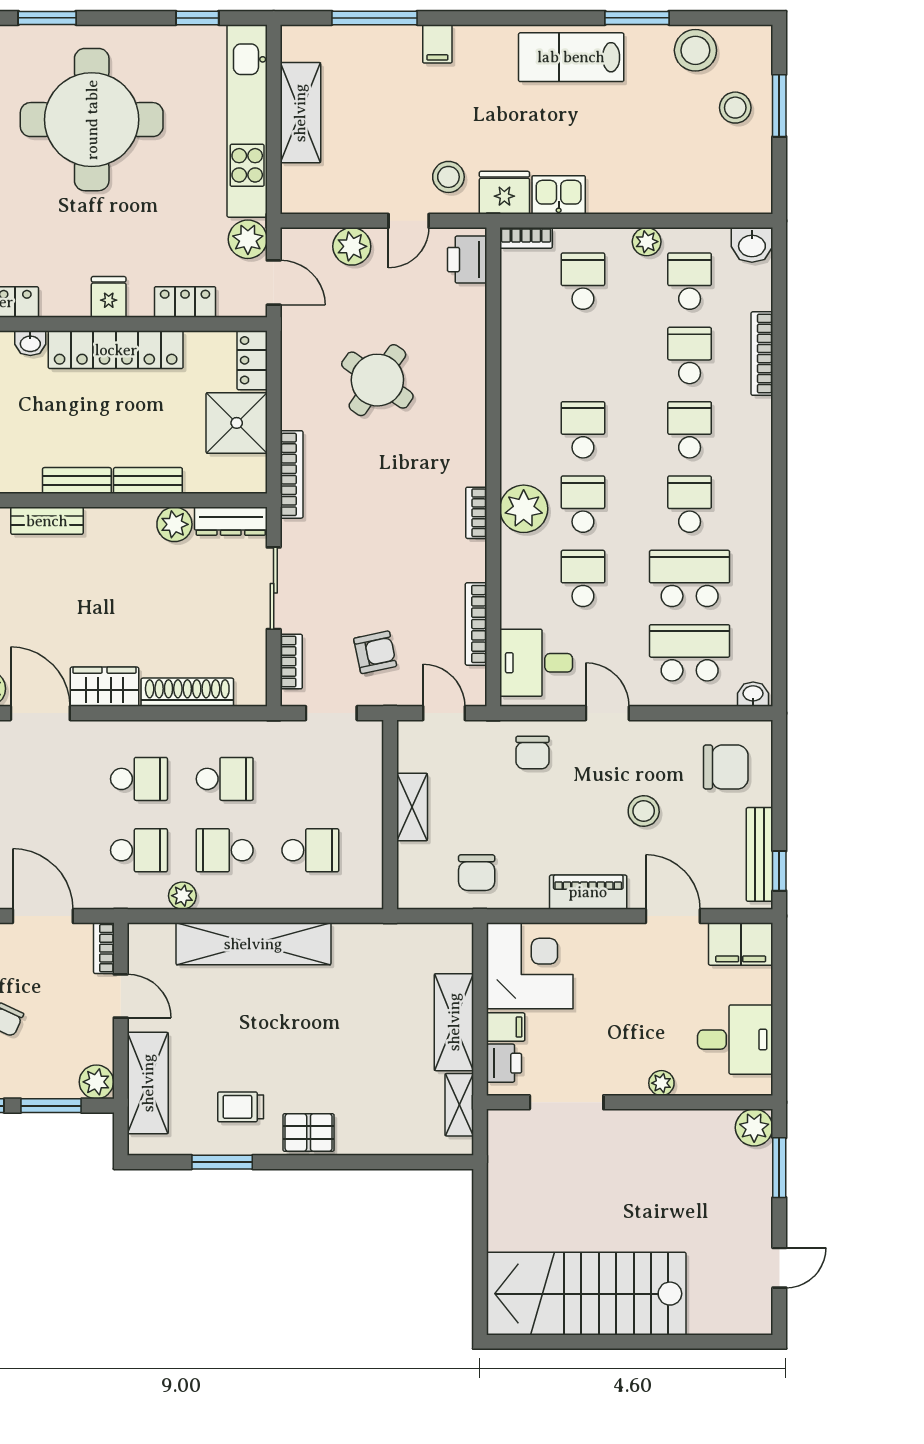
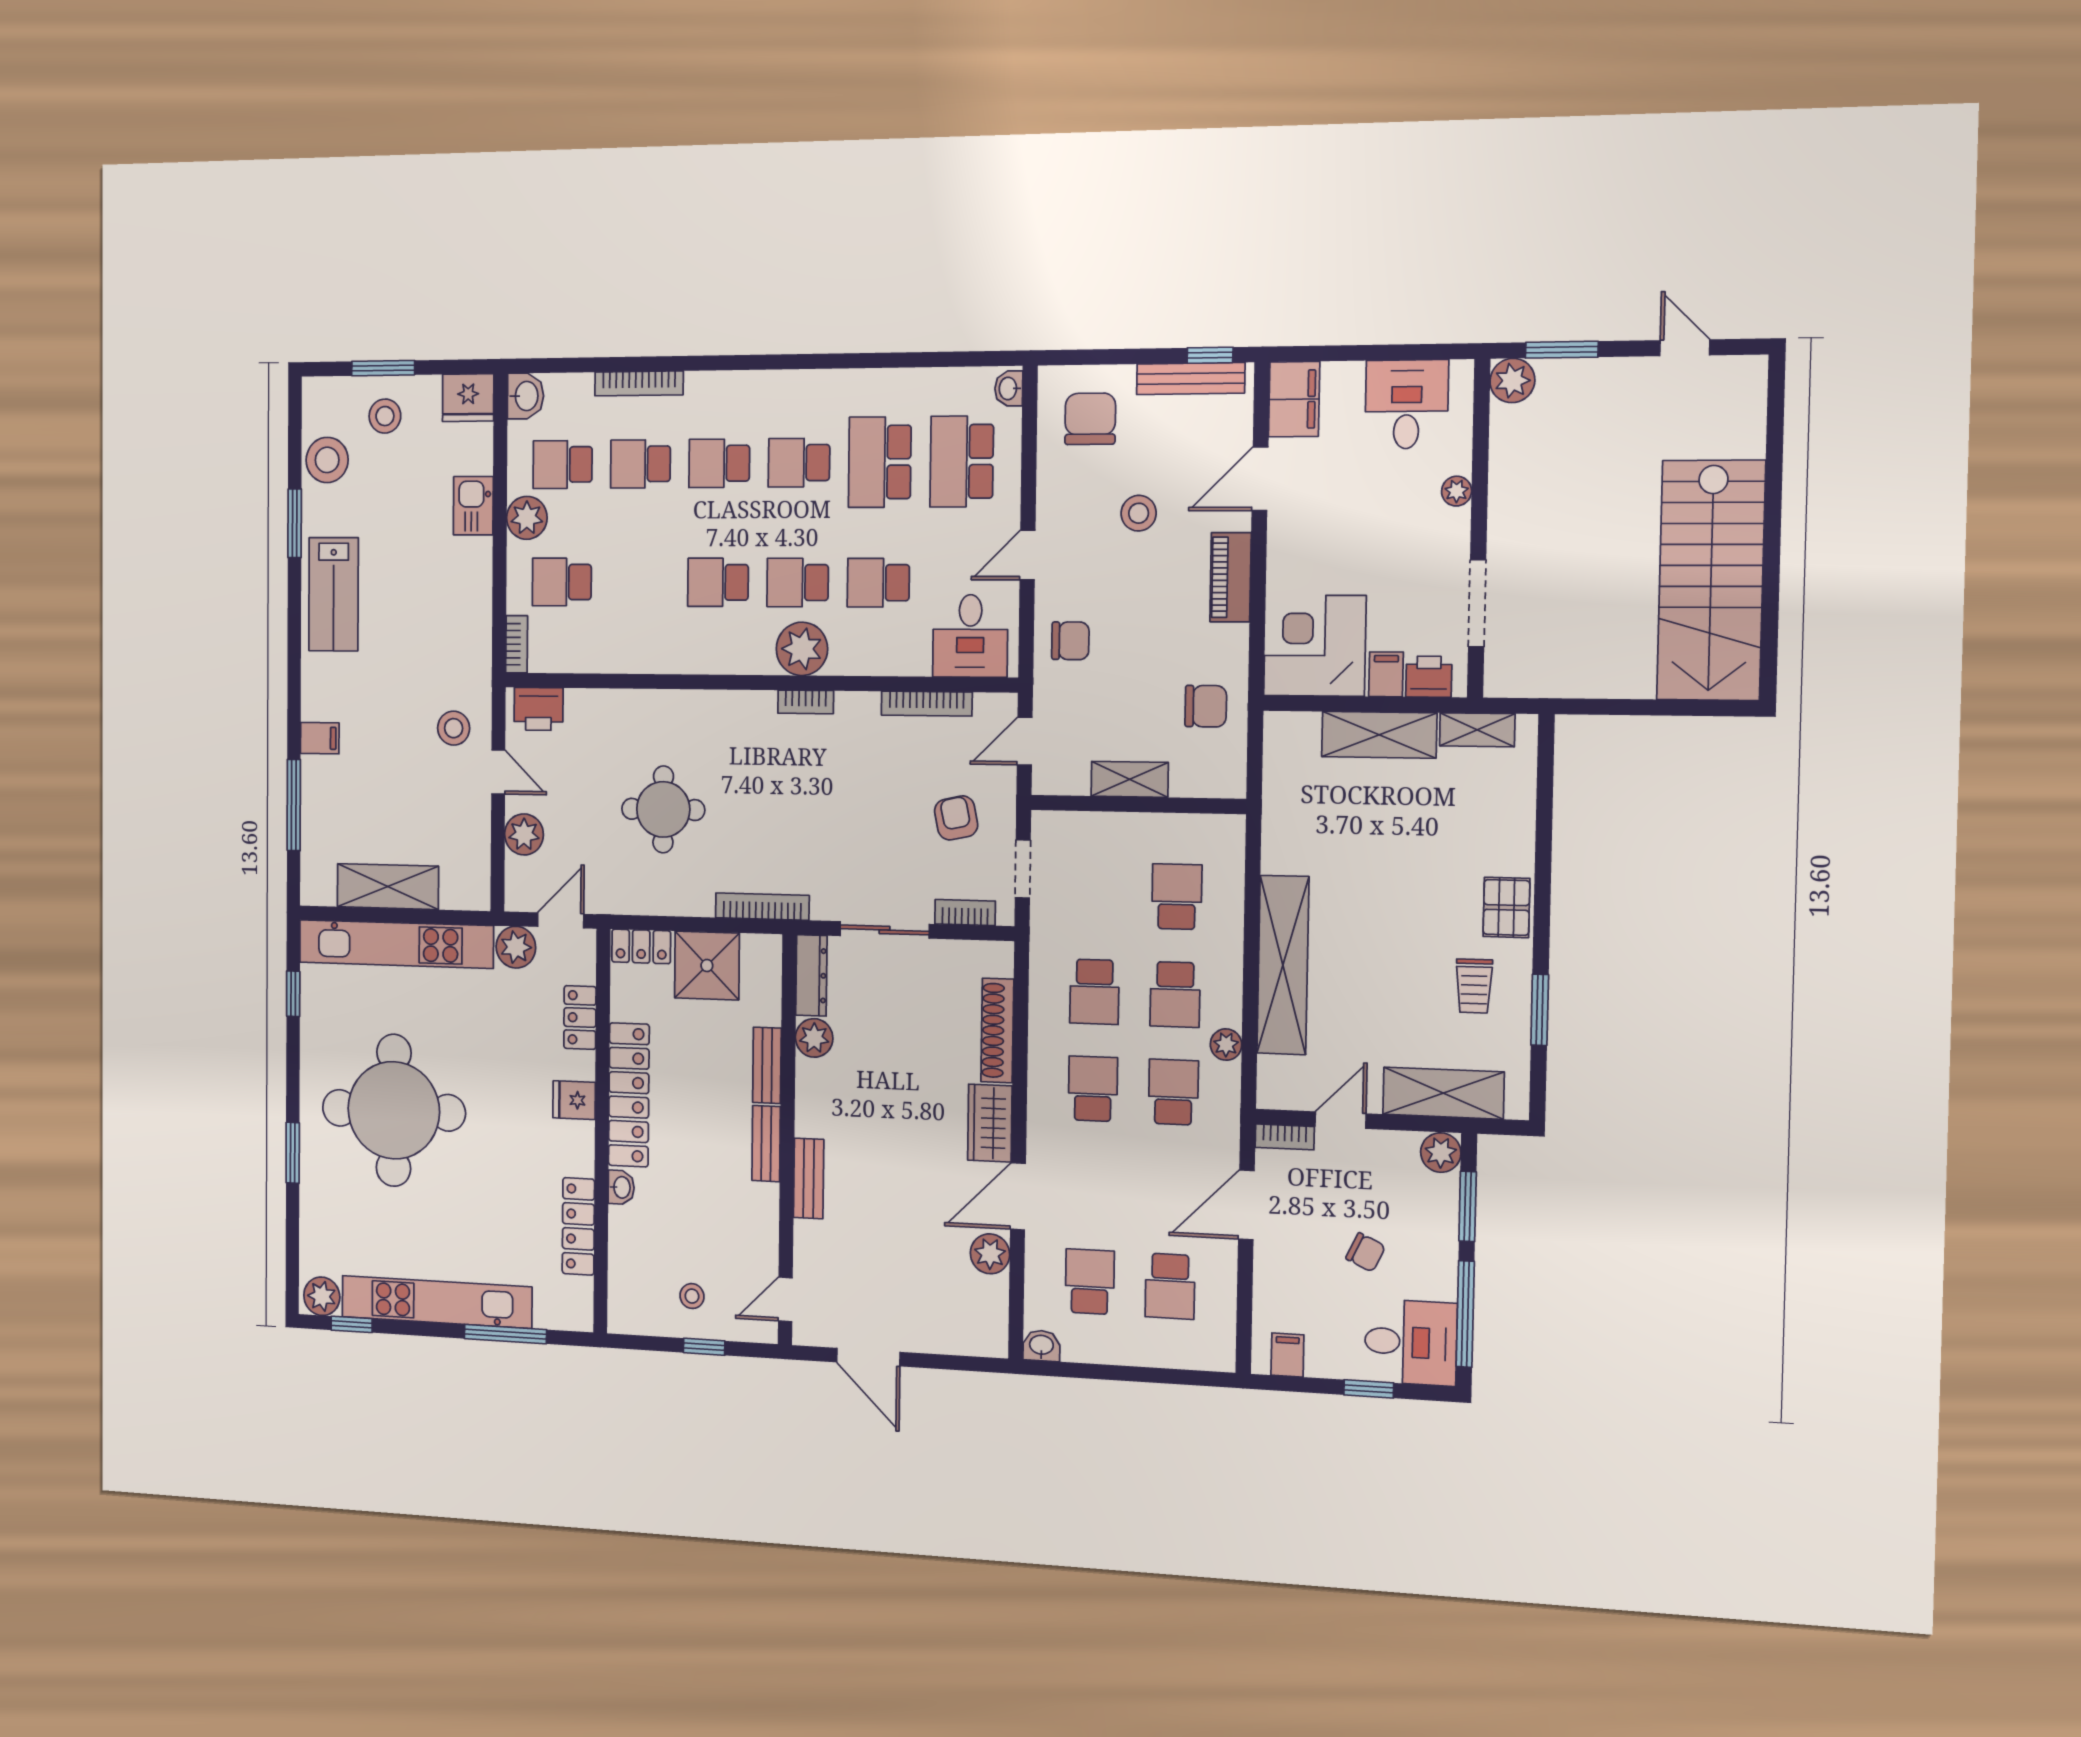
fridge: (504, 193) -> (468, 398), moved, turned -90
kitchen sink: (559, 195) -> (473, 506), moved
plant: (647, 242) -> (527, 518), width x1.38, depth x1.38
round table: (377, 380) -> (663, 809), turned -35
school desk: (225, 779) -> (1094, 992), turned 180

